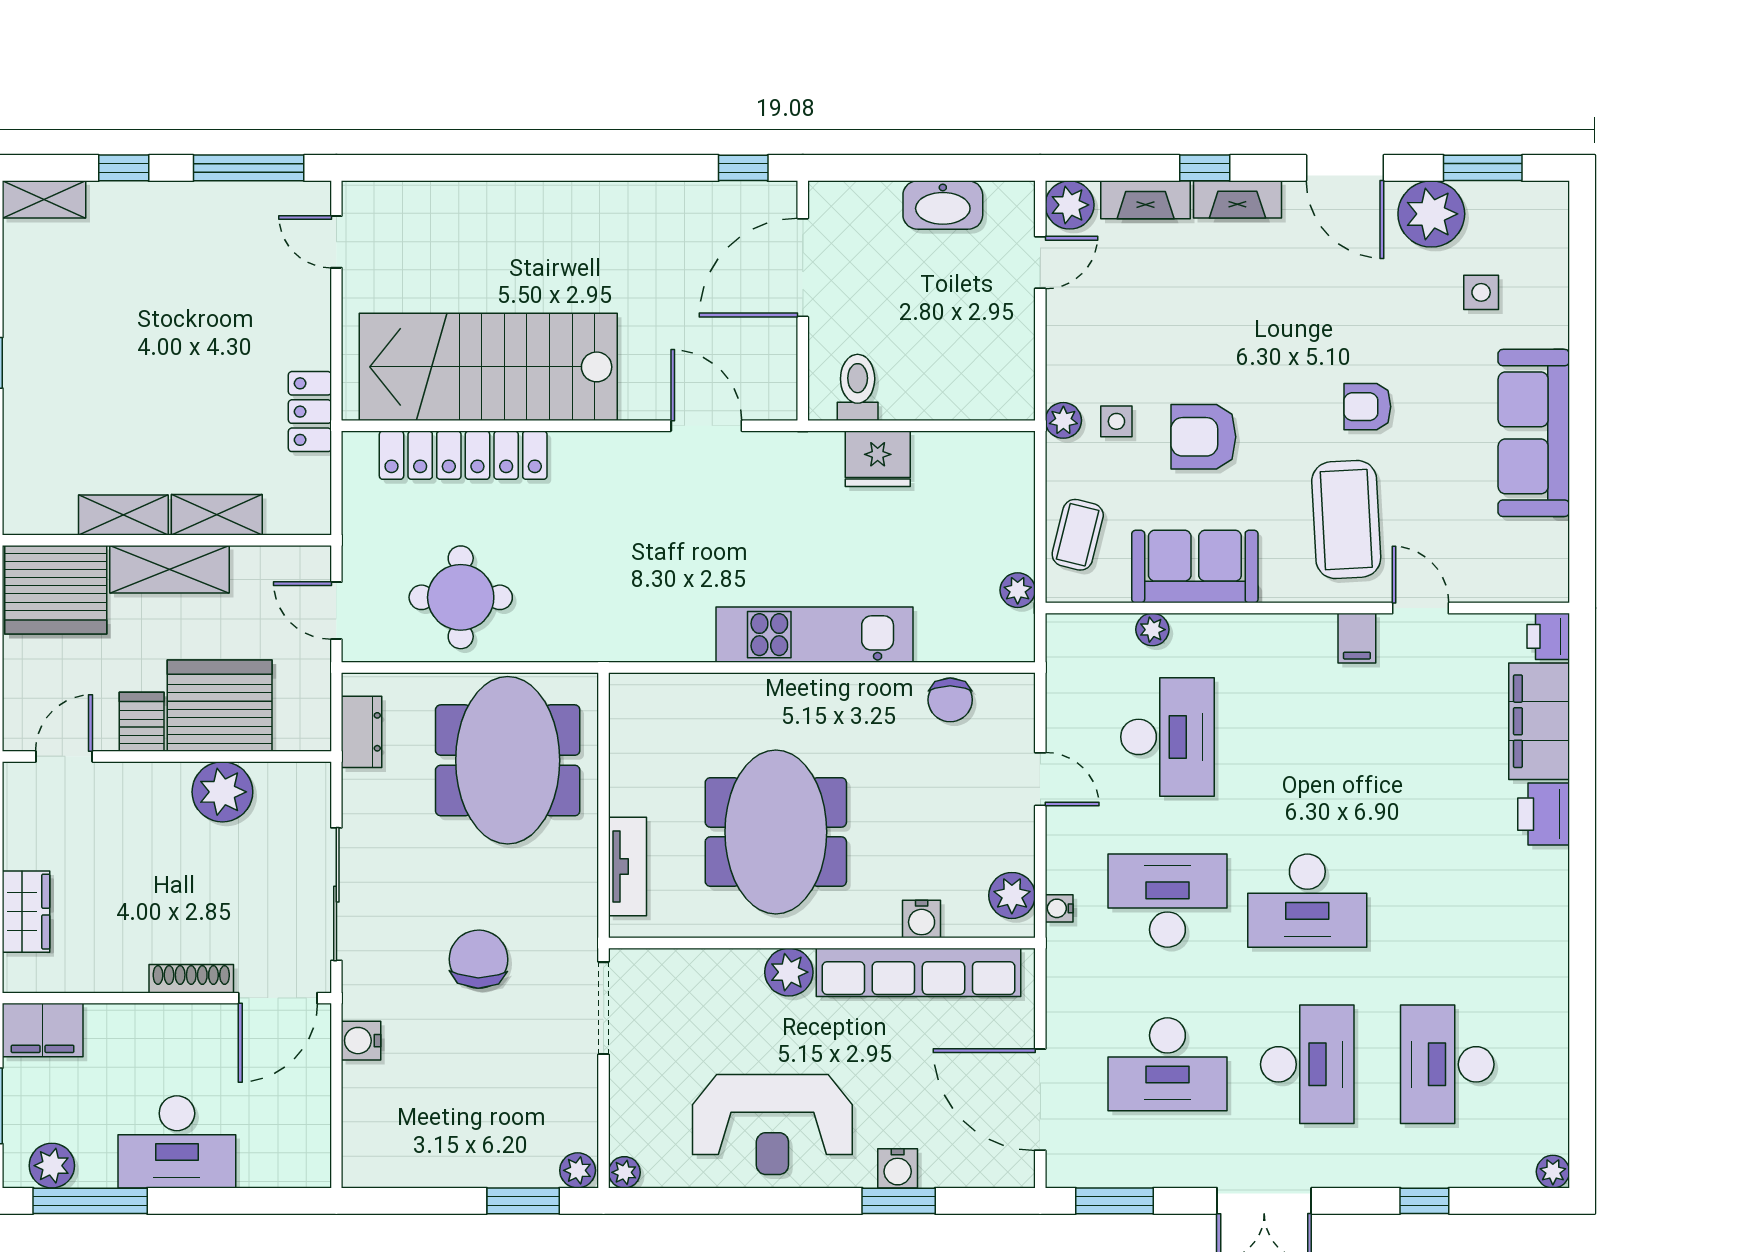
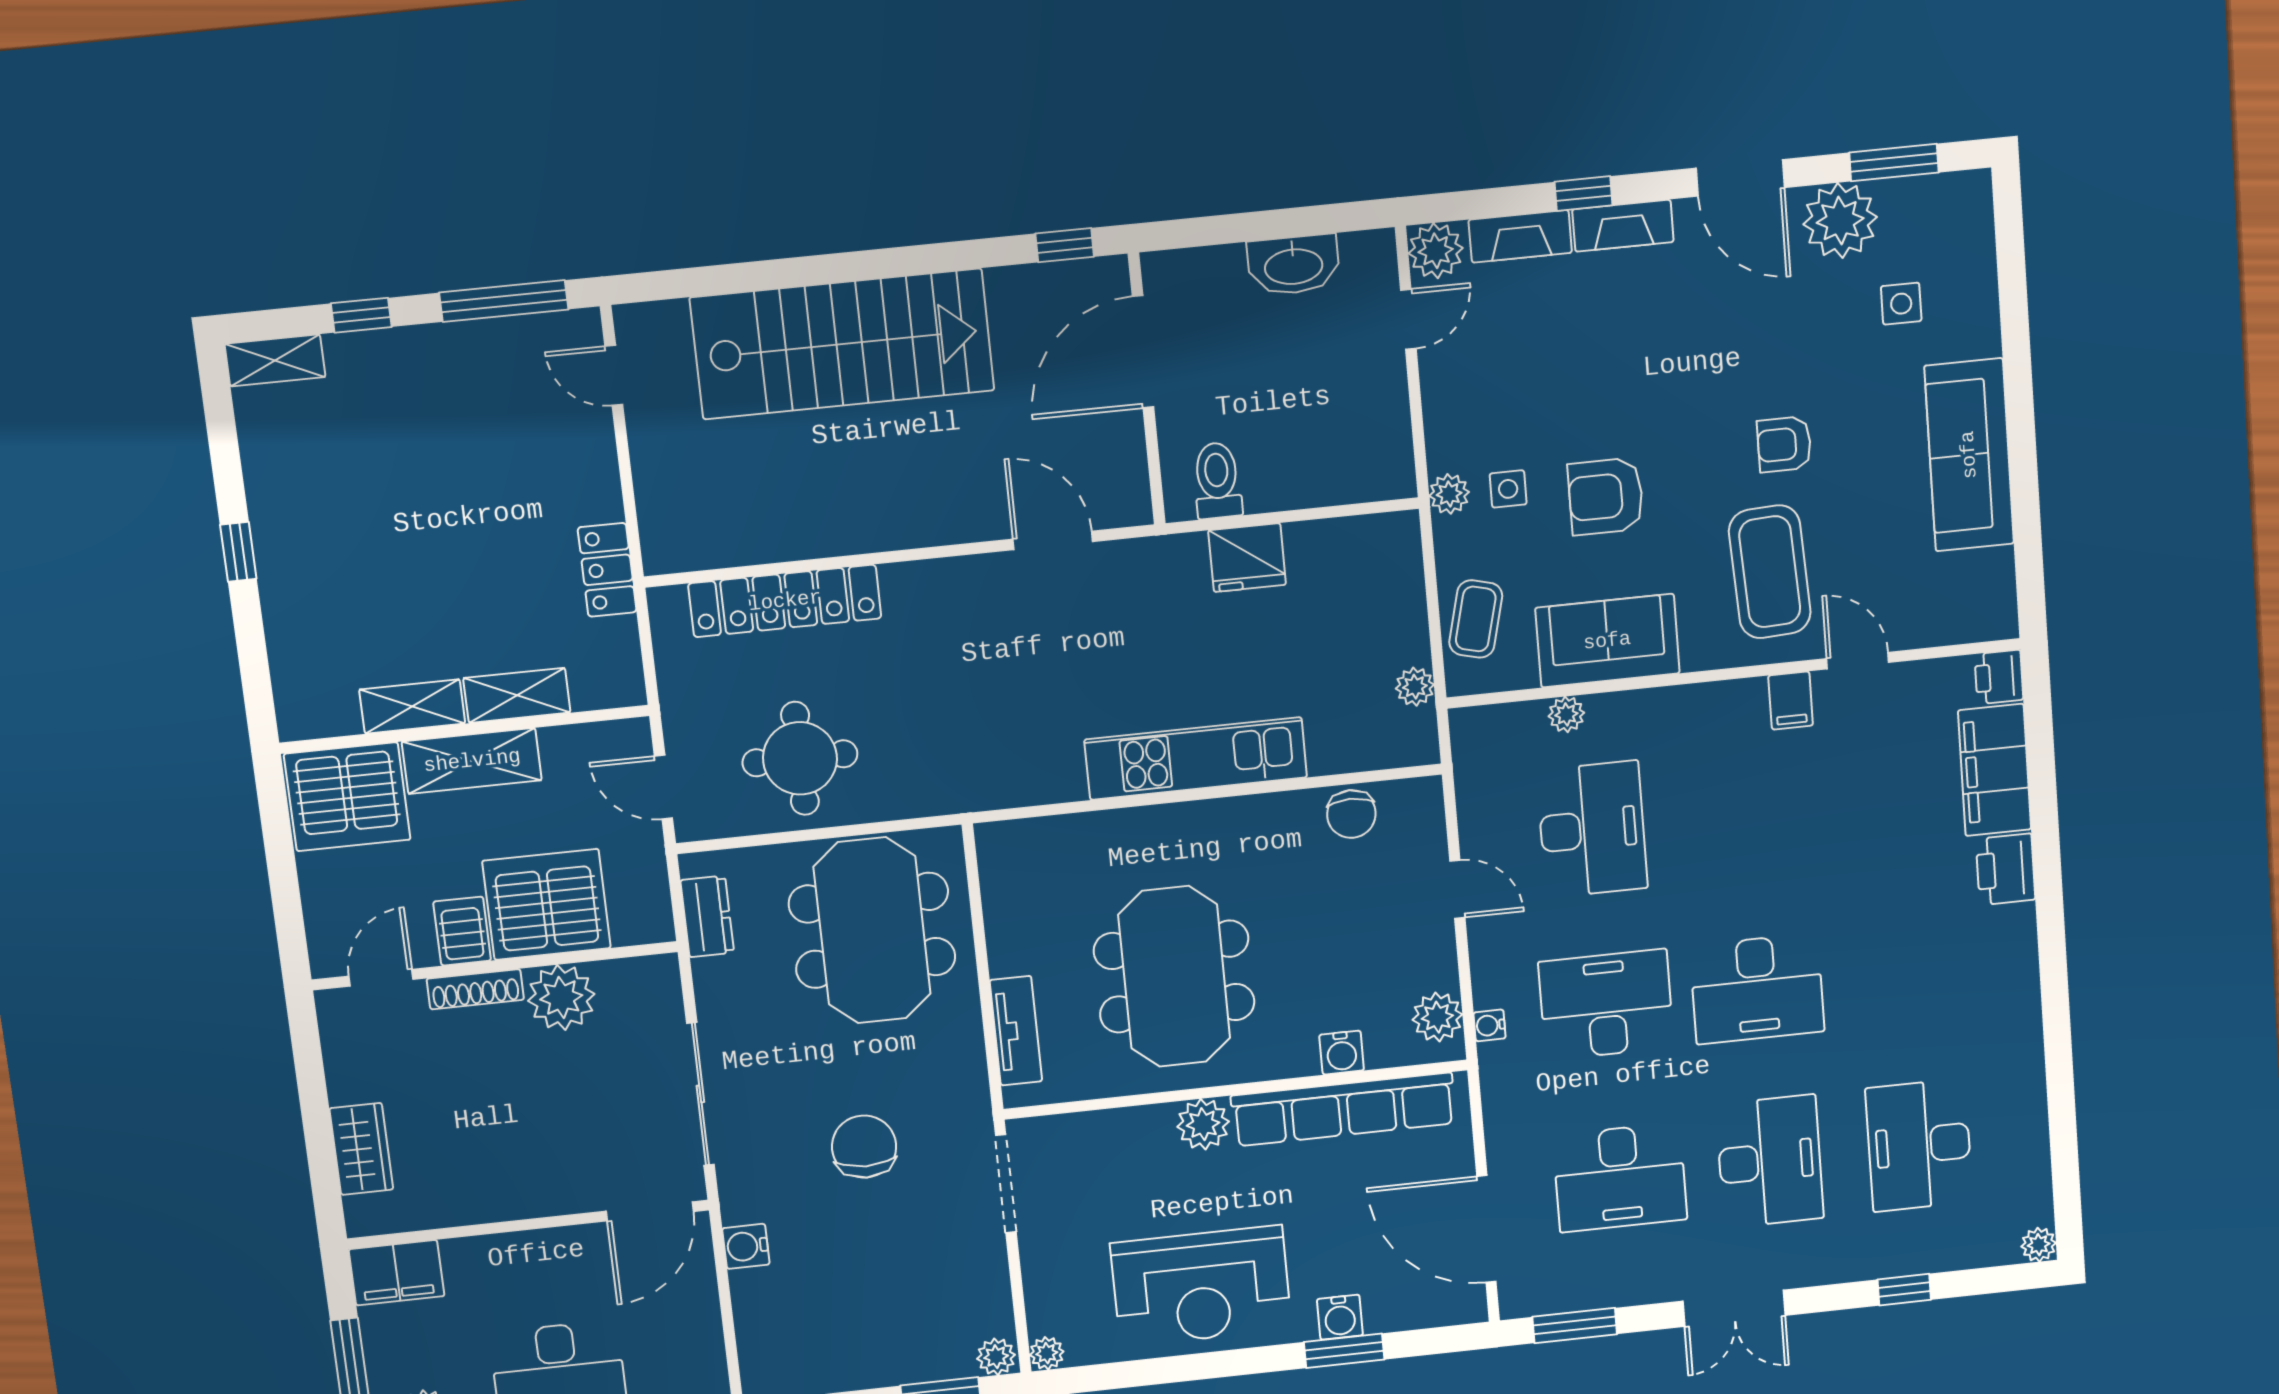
stairs: (488, 367) -> (842, 344), moved, turned 180
shoe rack: (191, 979) -> (475, 989), moved, turned 180

